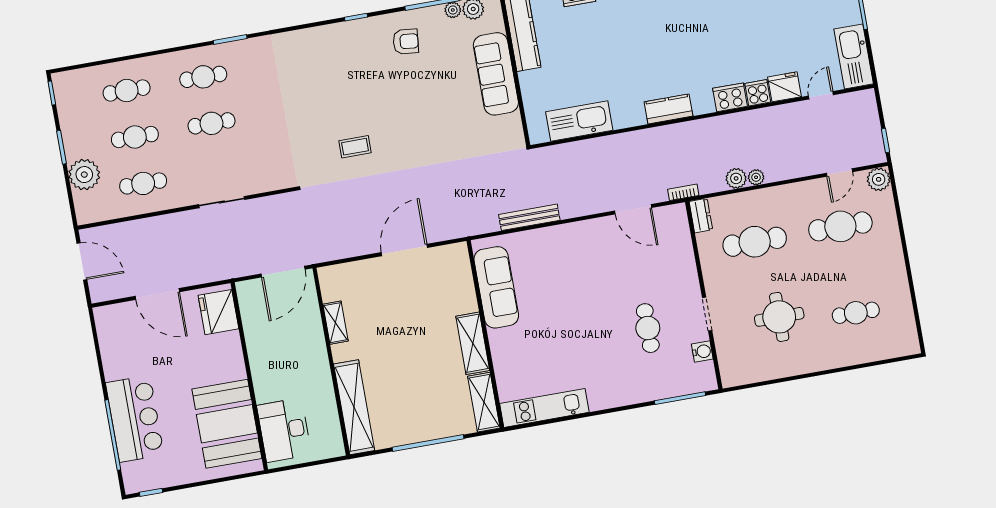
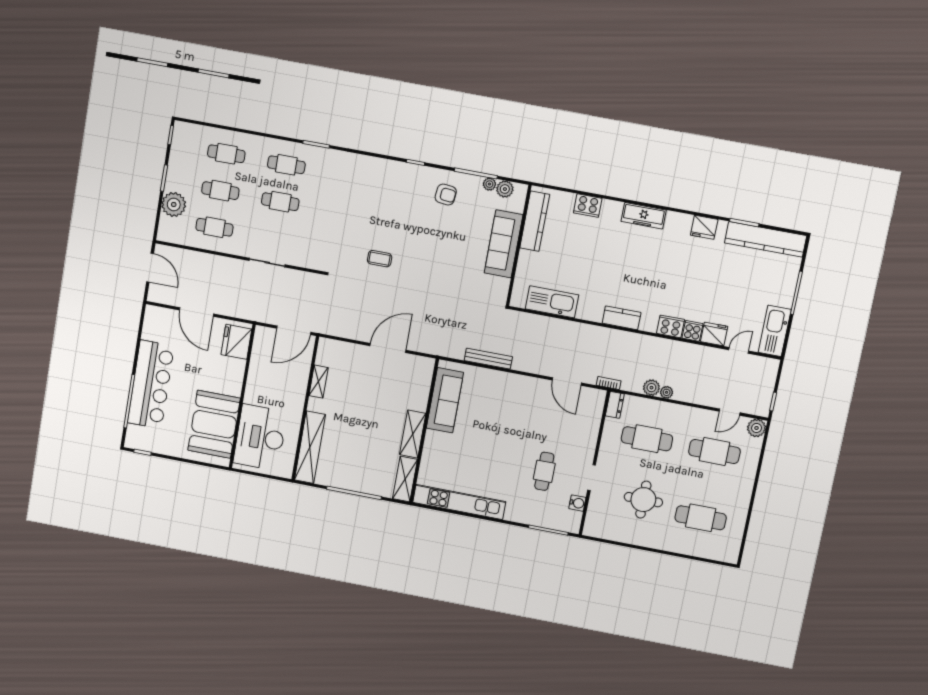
cafe table: (856, 313) -> (701, 518), width x1.37, depth x1.35
kitchen unit: (544, 408) -> (459, 502), width x1.36
bar counter: (135, 419) -> (151, 384), width x1.36
desk: (284, 430) -> (260, 437), width x1.36, depth x1.30

